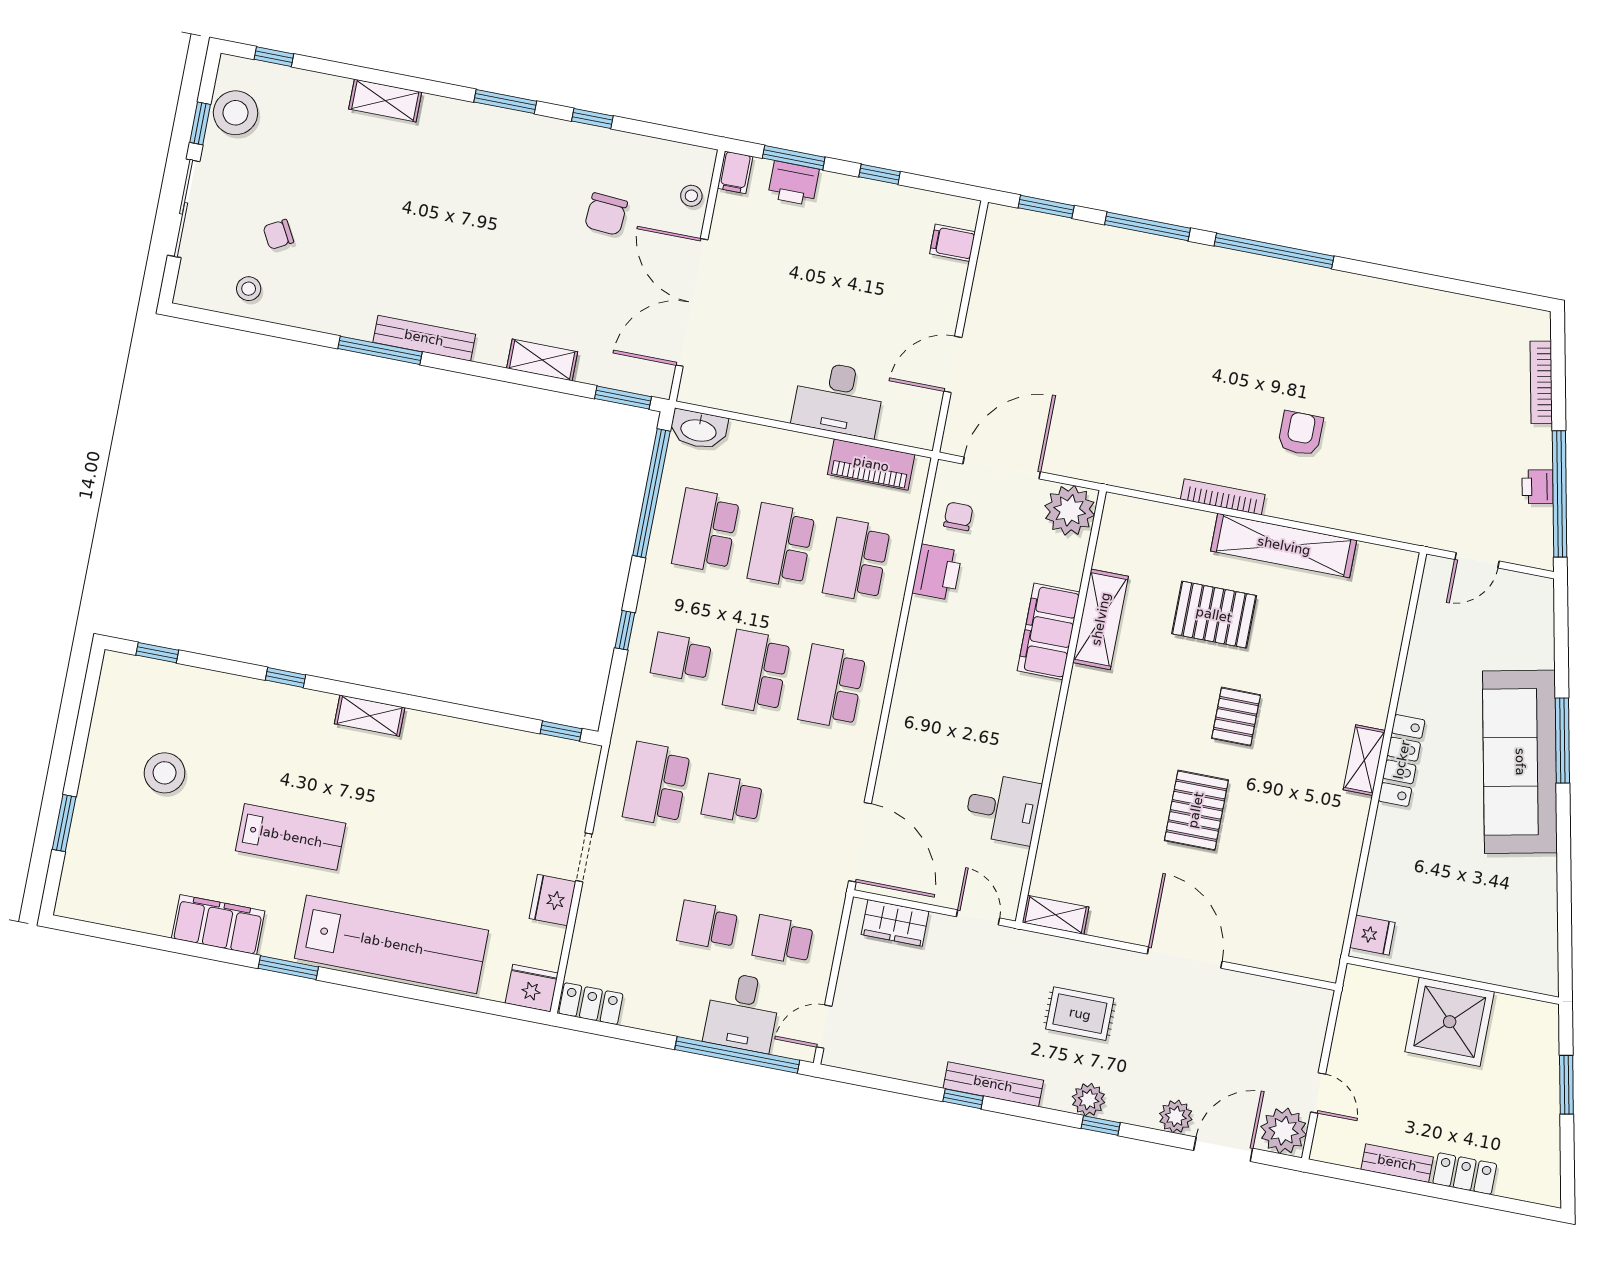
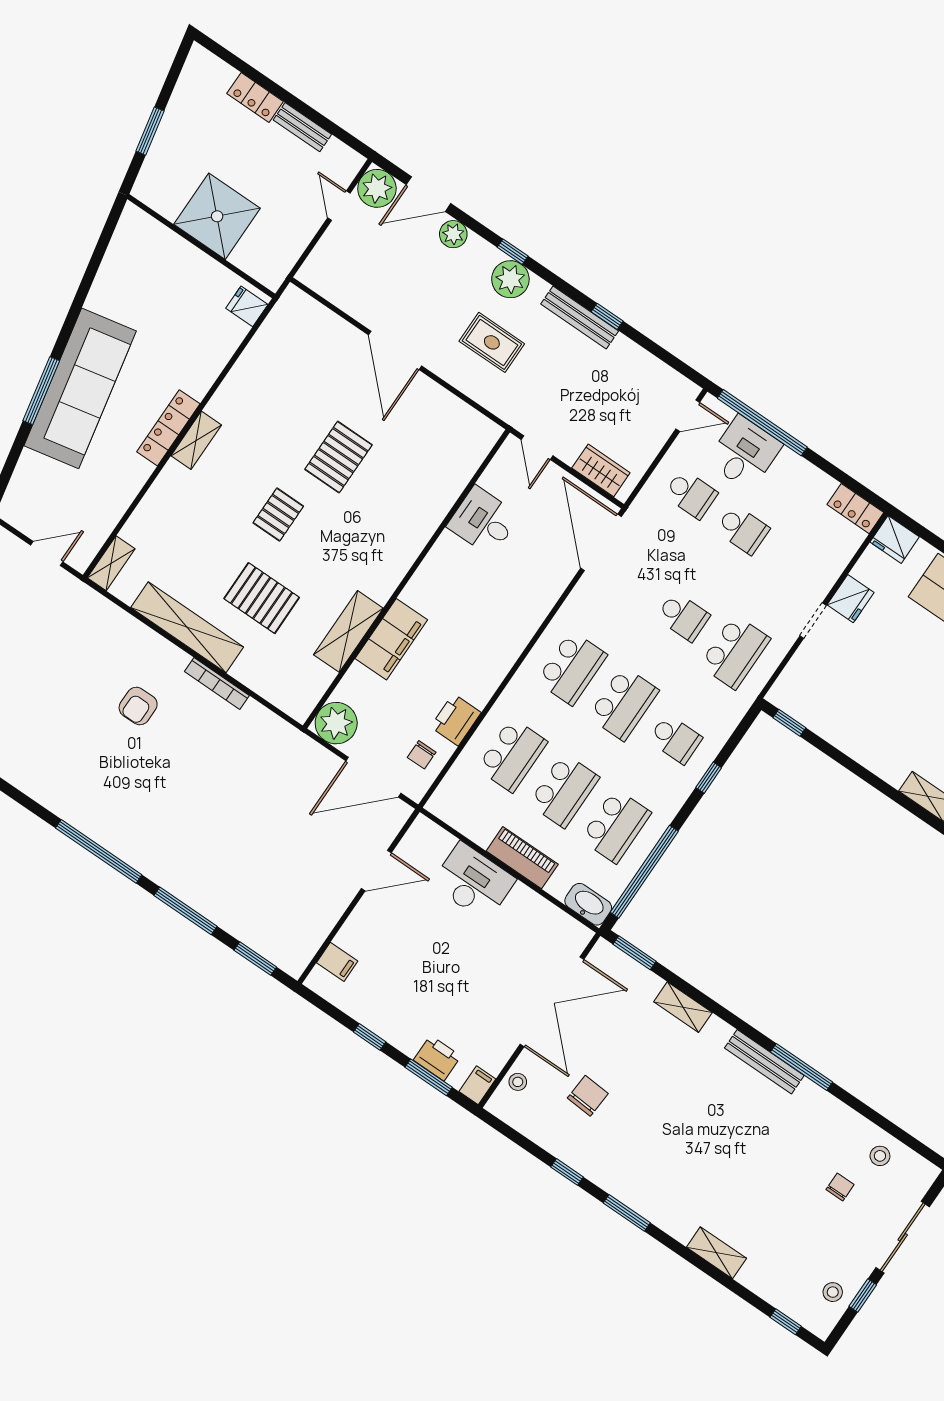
stool: (236, 113) -> (833, 1292), width x0.53, depth x0.53
chair: (278, 234) -> (840, 1187), turned -61
piano: (871, 464) -> (522, 858), moved
shelving: (1056, 915) -> (111, 563), moved, turned 90
plant: (1089, 1100) -> (510, 279), width x1.36, depth x1.36

